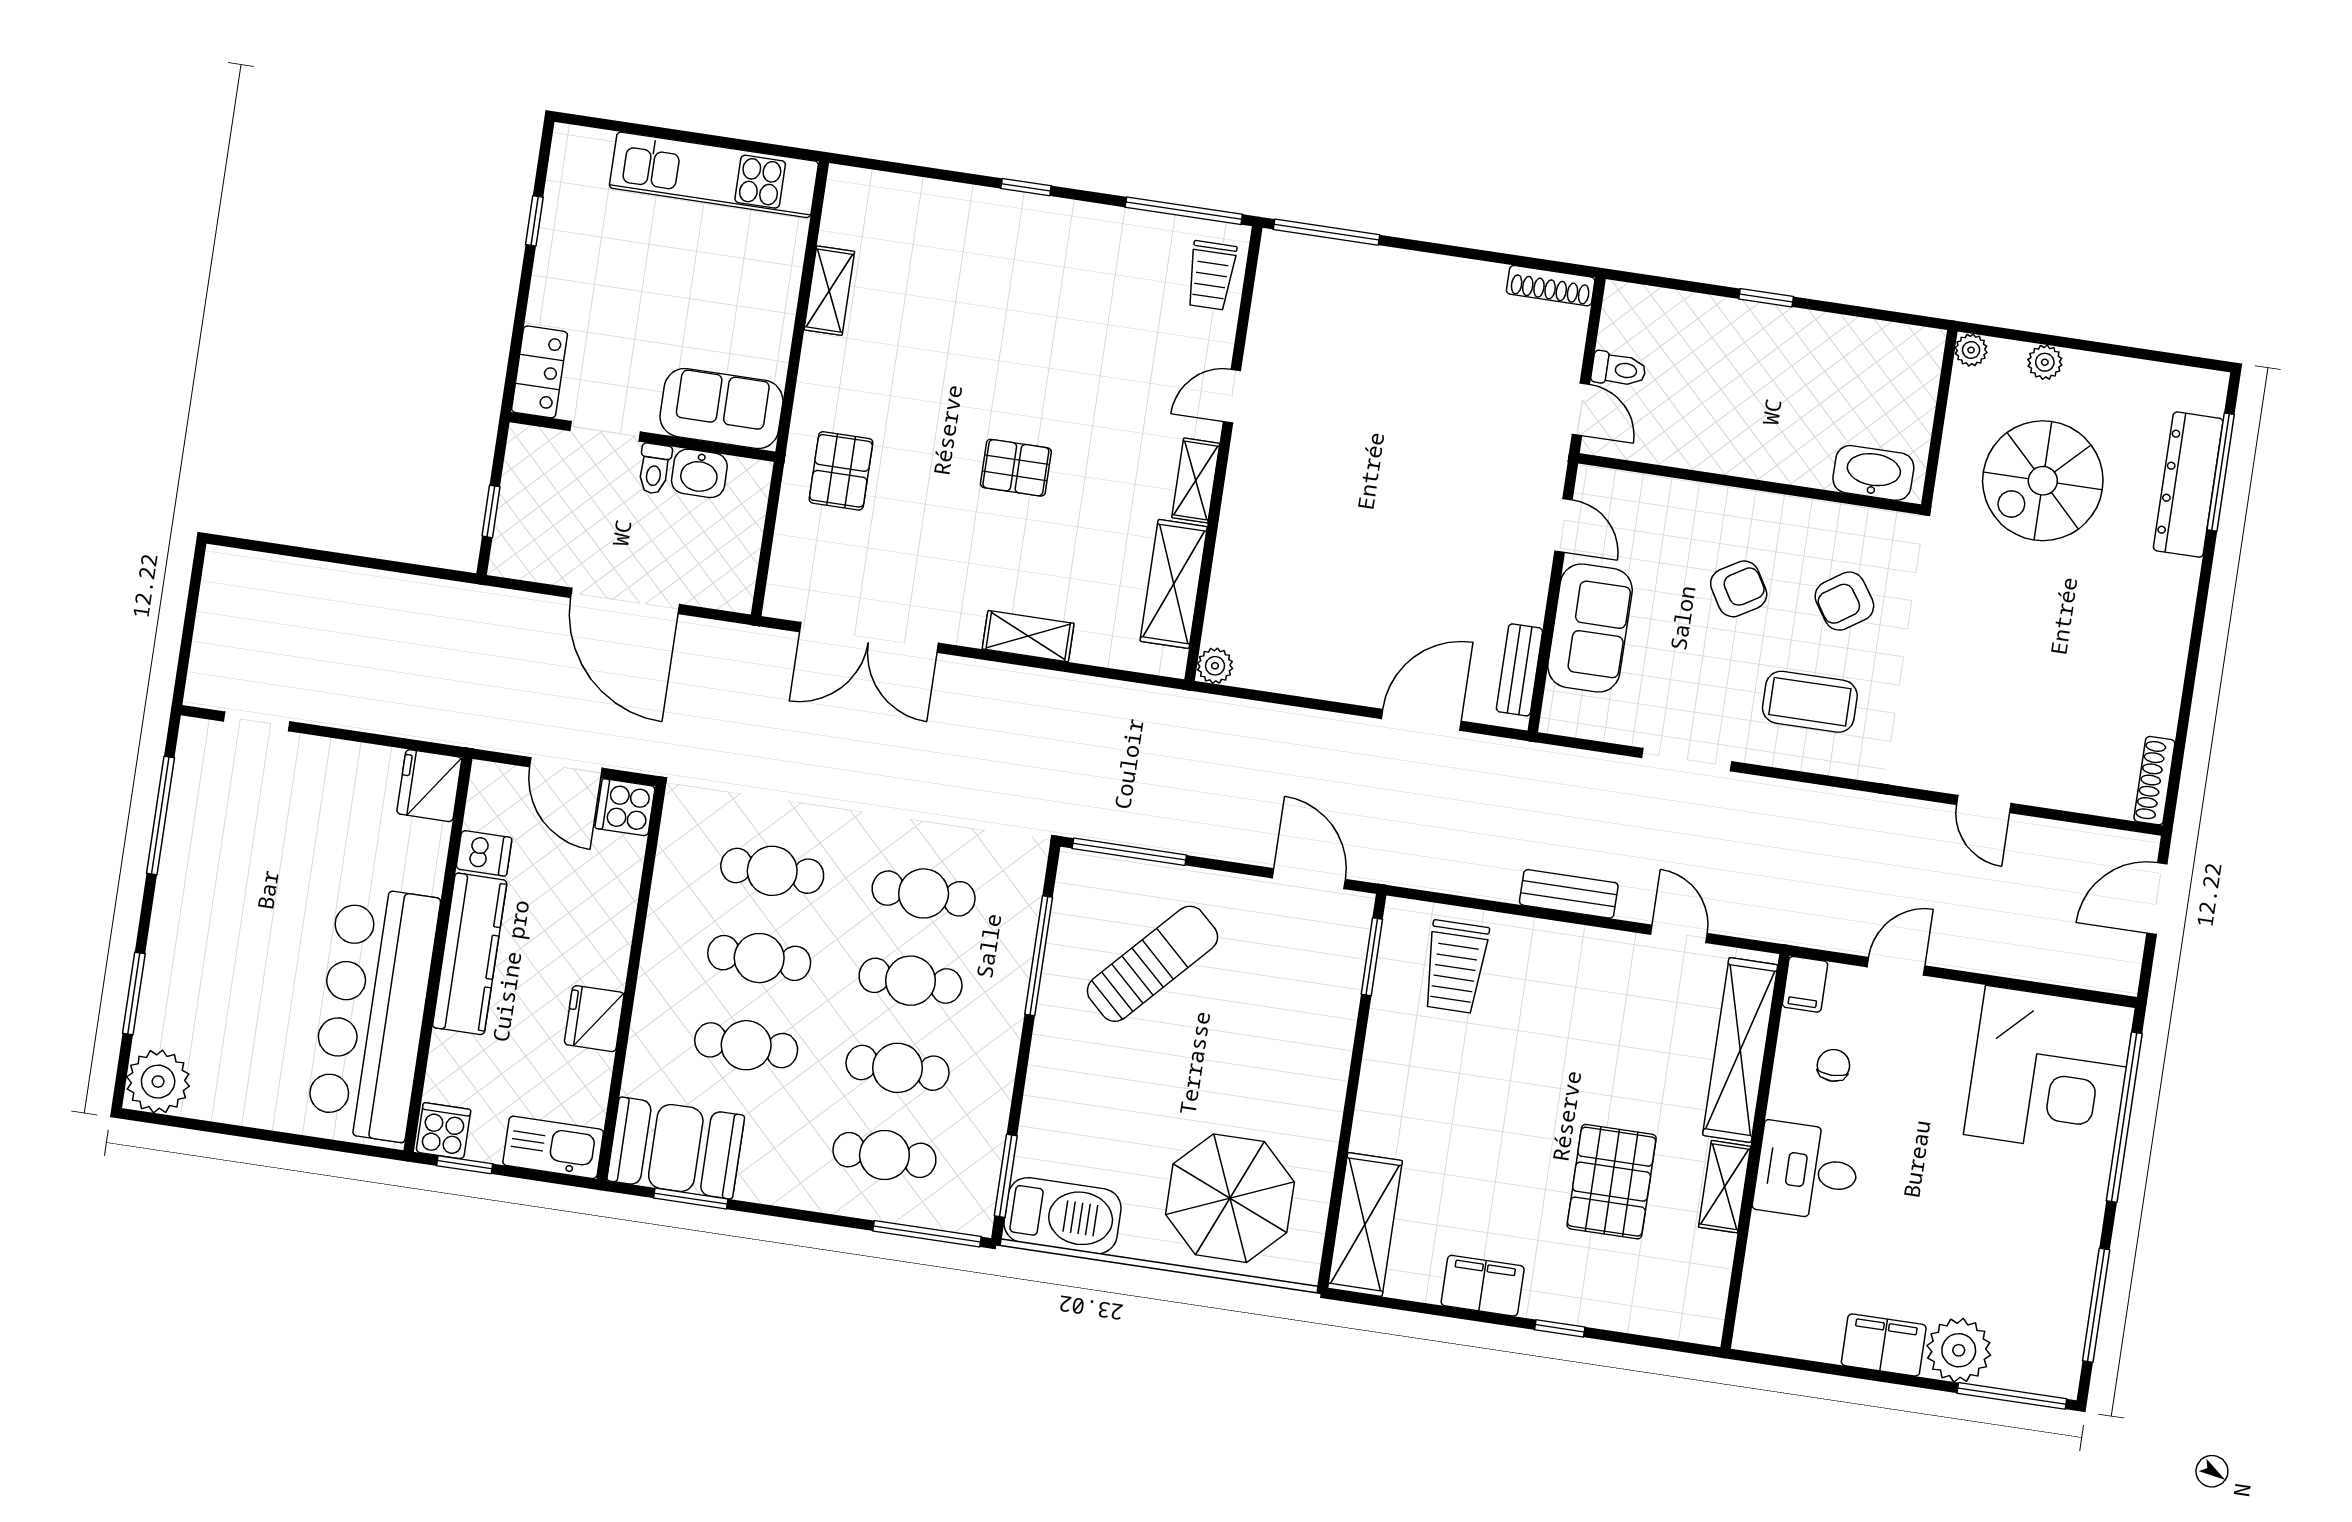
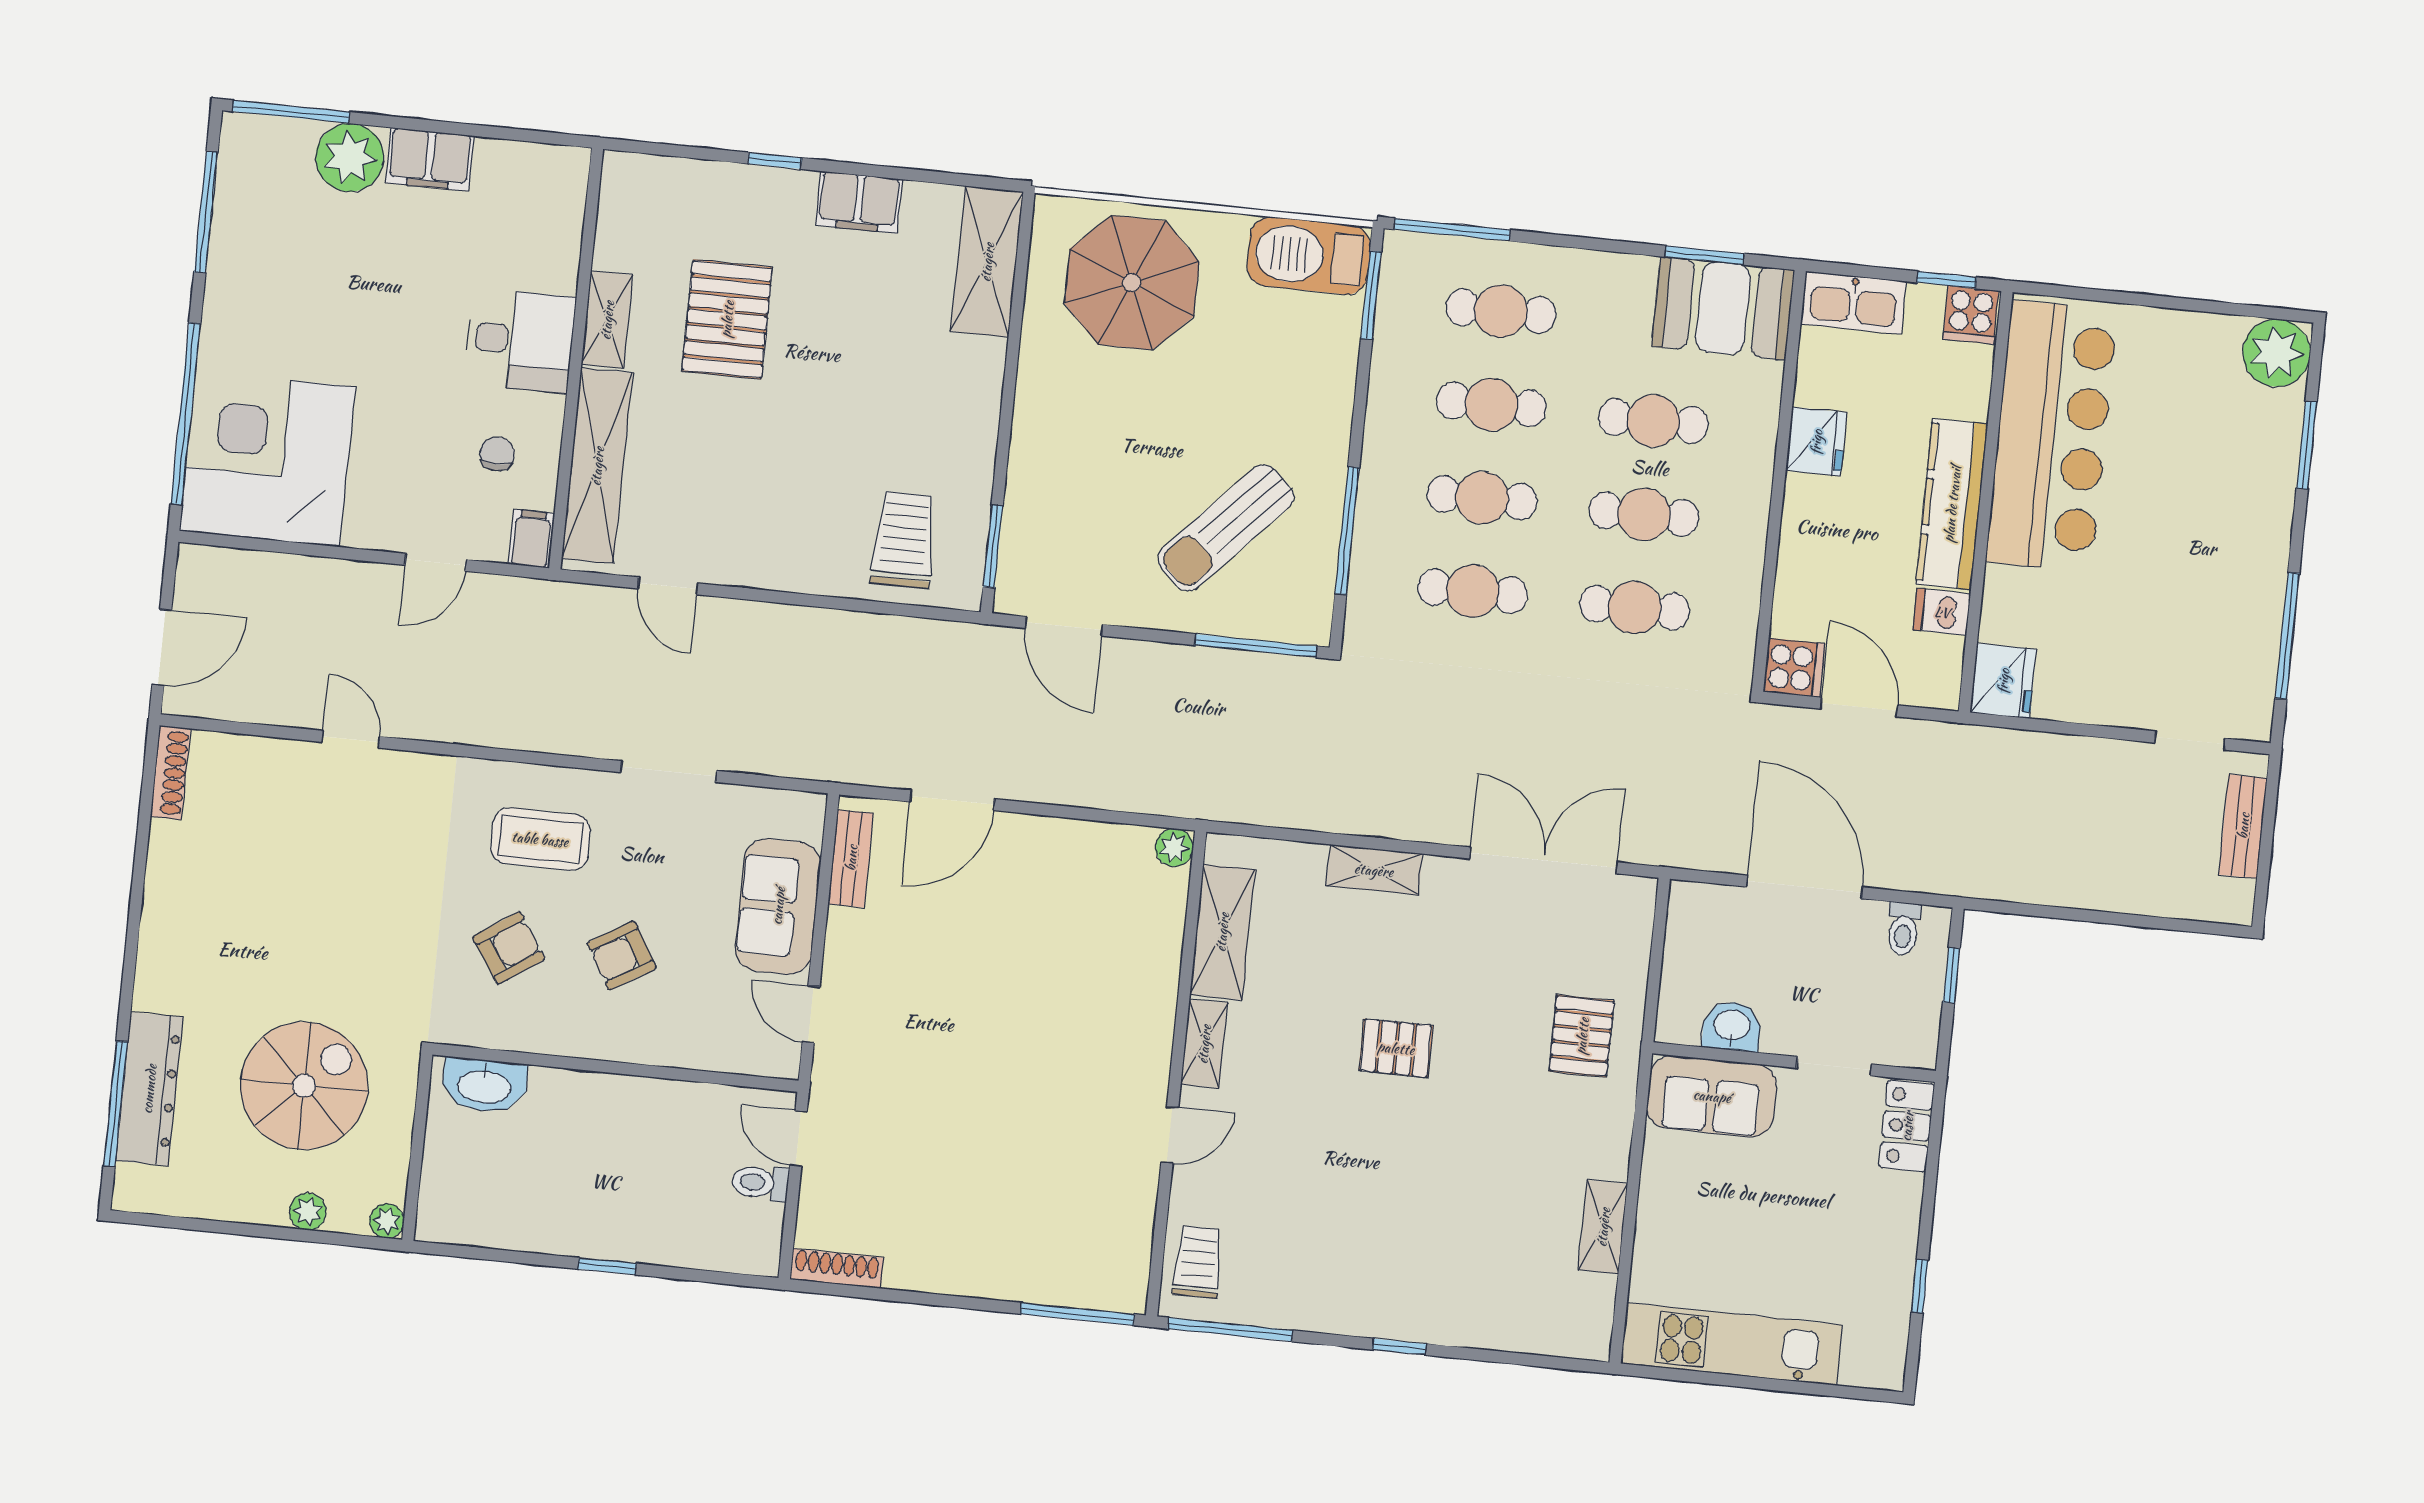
toilet: (654, 469) -> (1903, 929), moved, turned 180
bench: (1569, 894) -> (2243, 826), moved, turned 90
chair: (1833, 1065) -> (497, 454), turned 180

